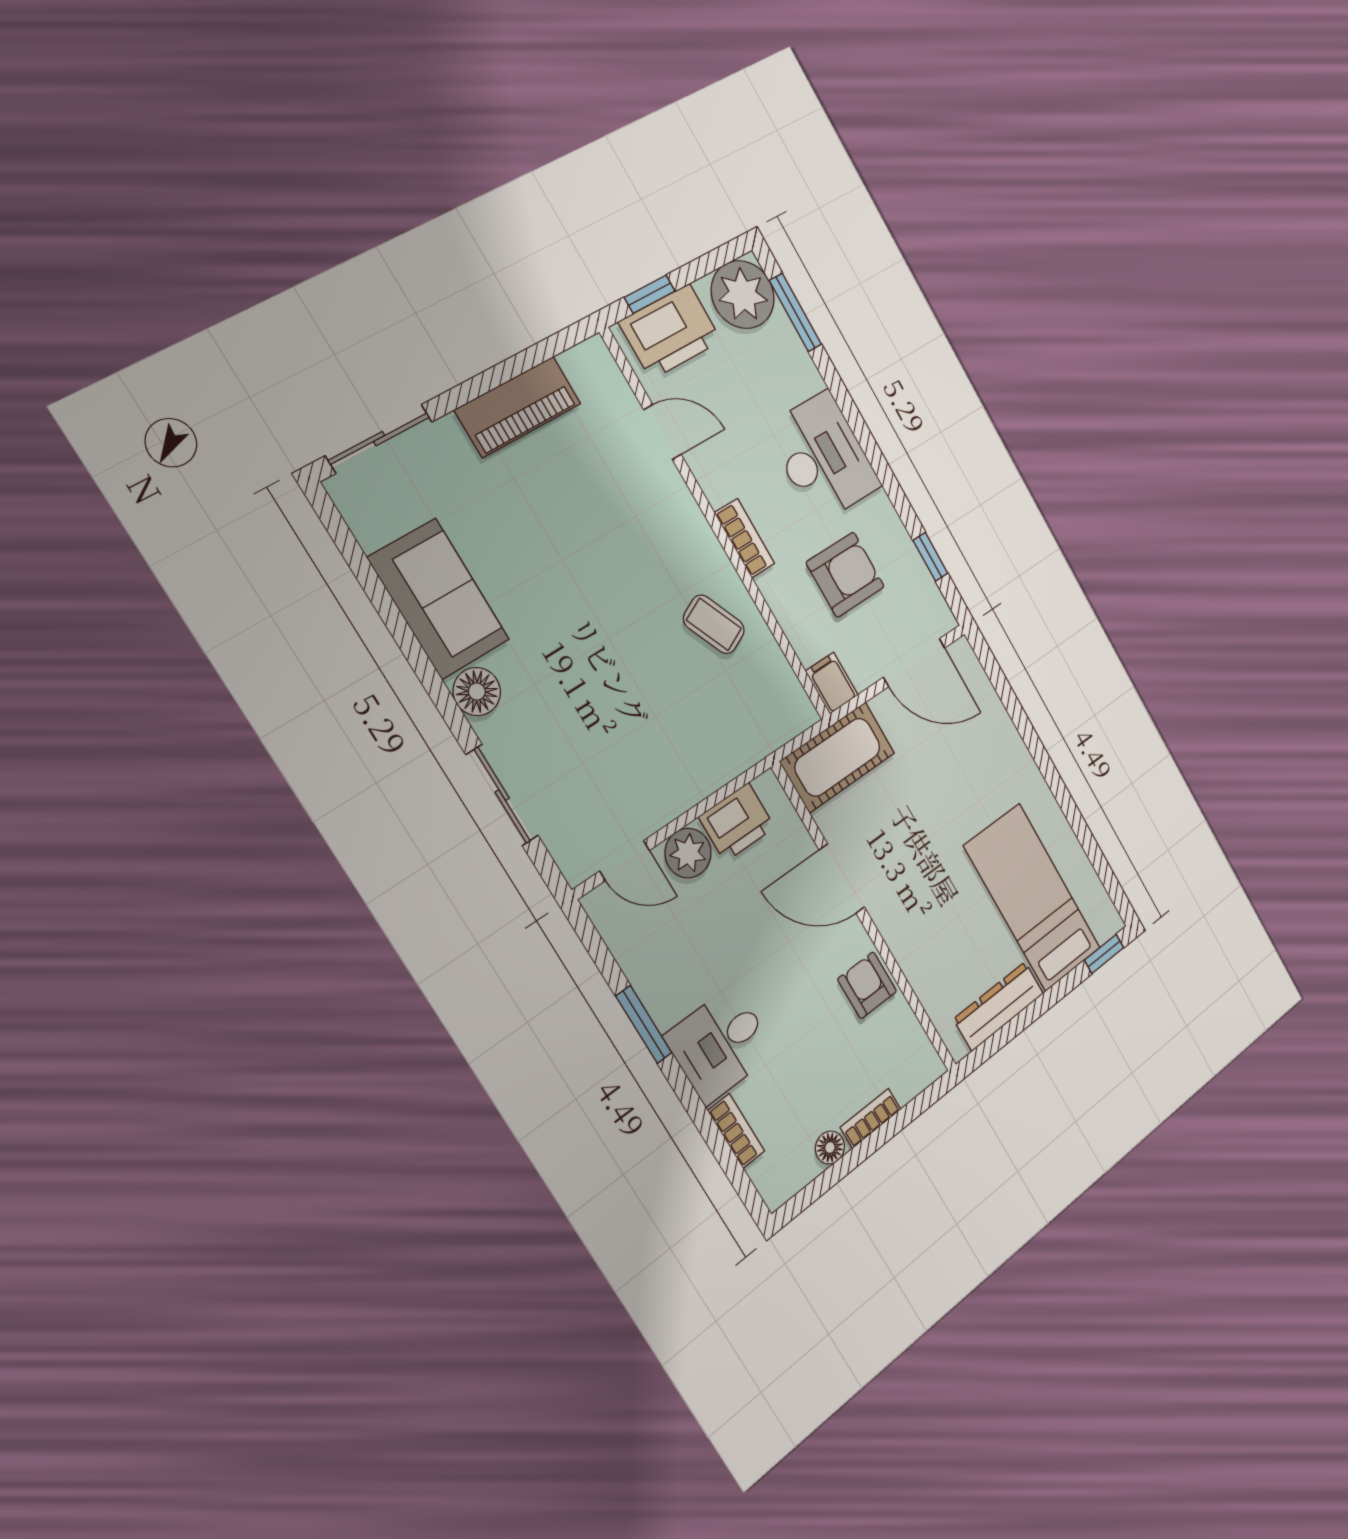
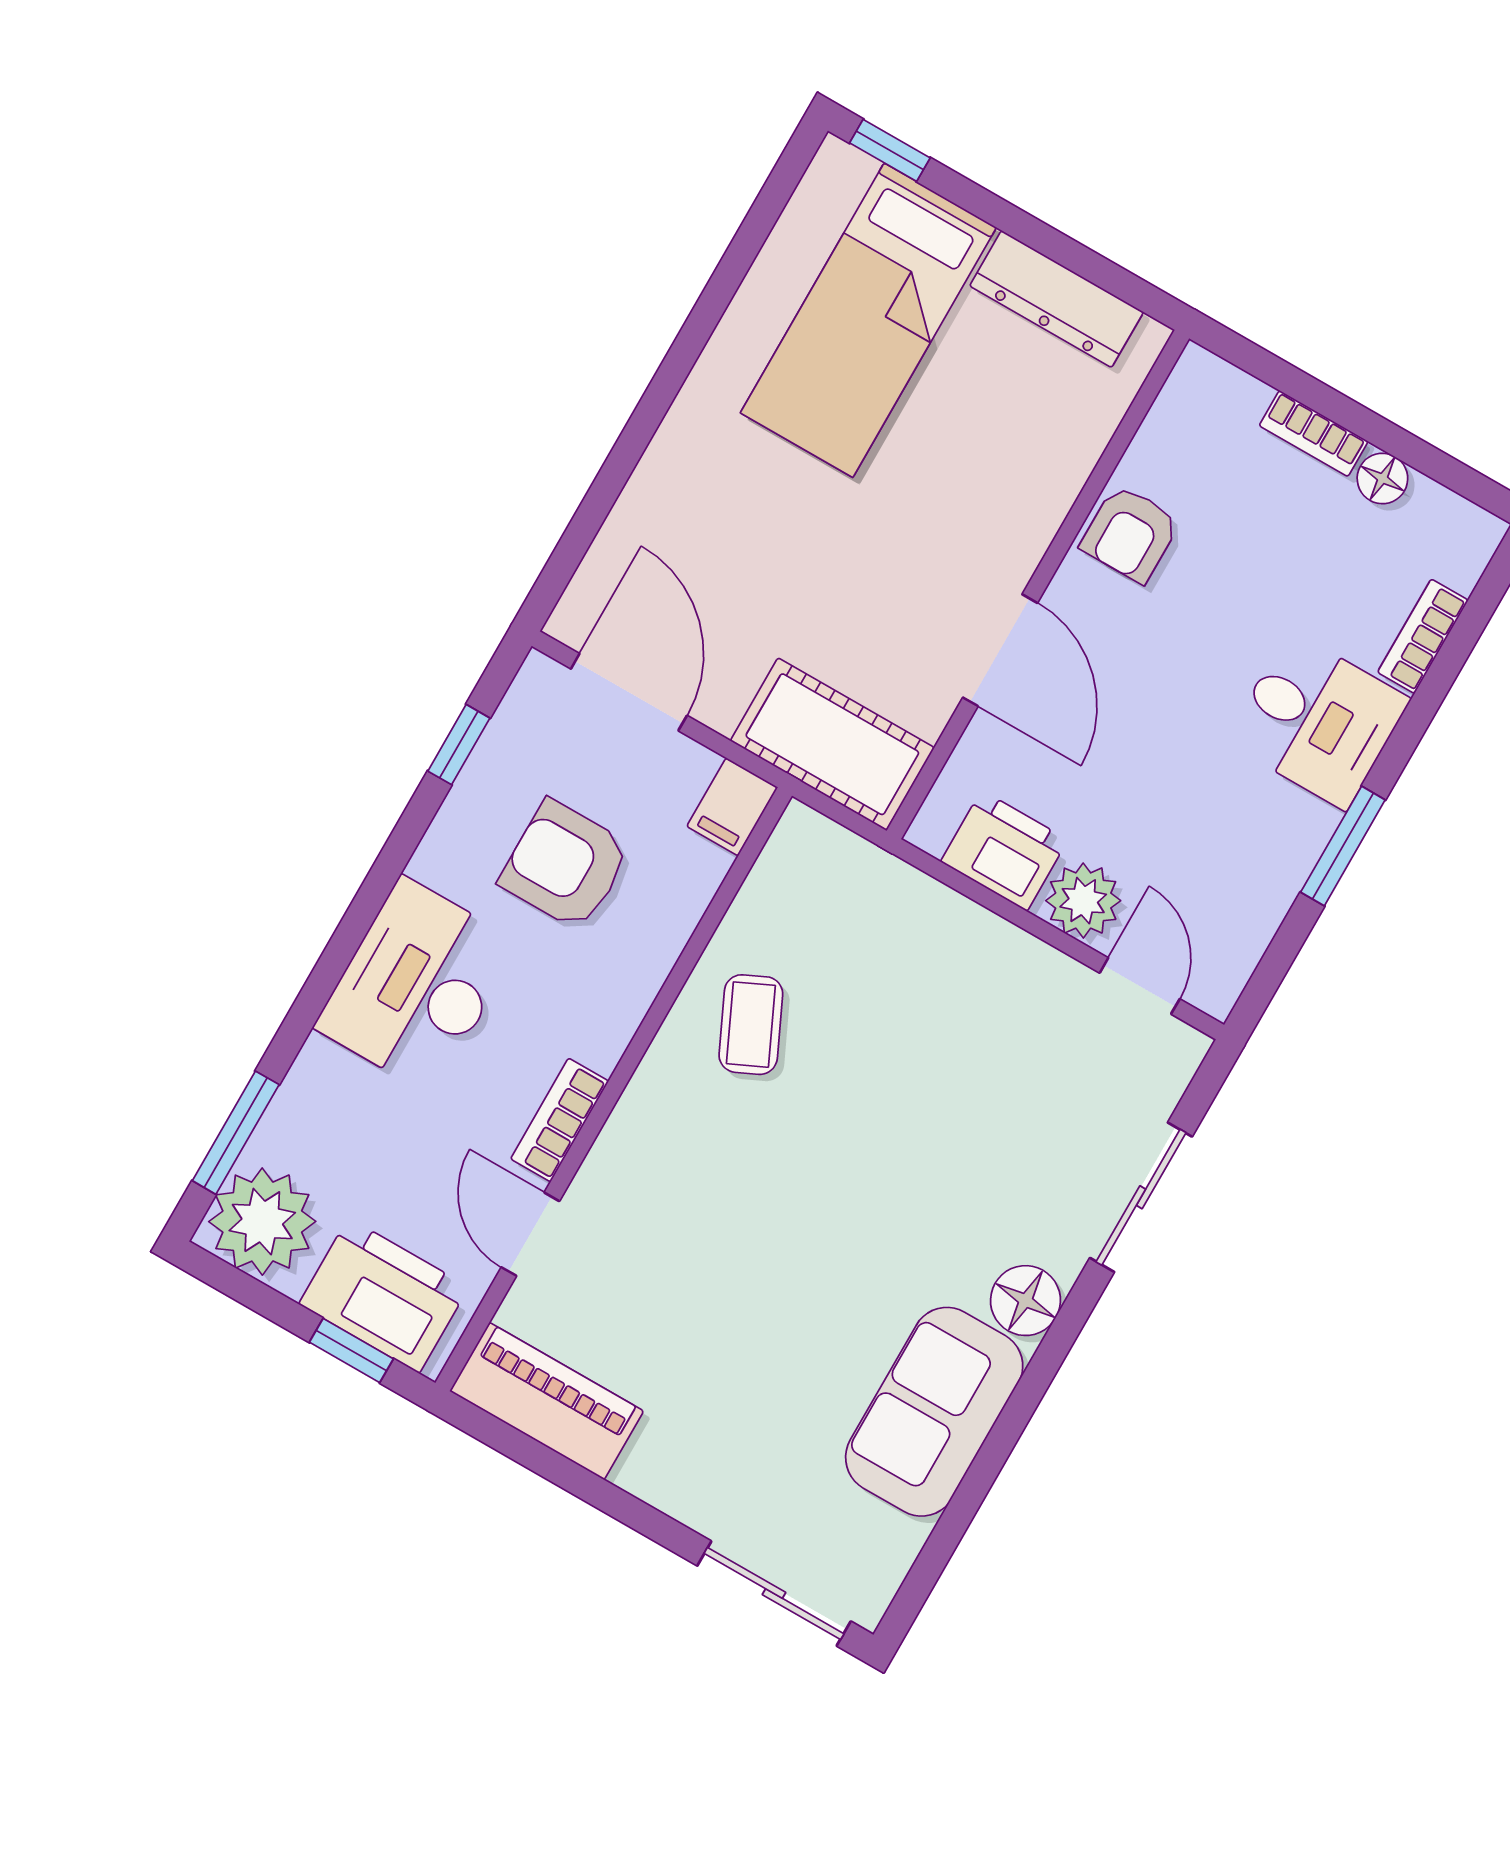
piano: (518, 407) -> (547, 1401), moved
bookcase: (745, 538) -> (560, 1120), moved

